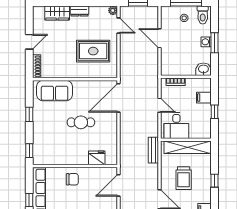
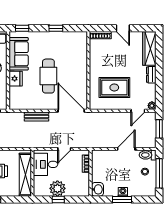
wardrobe: (57, 13) -> (149, 49), width x1.50
toilet: (203, 15) -> (148, 155), moved
rug: (93, 51) -> (114, 87), turned 90
sofa: (55, 91) -> (19, 54), moved, turned 180
filing cabinet: (204, 98) -> (71, 190), removed
plant: (202, 113) -> (57, 188), added
cafe table: (81, 122) -> (48, 76), width x1.37, depth x1.35
bench: (153, 150) -> (36, 116), moved
fridge: (97, 158) -> (16, 79), moved

